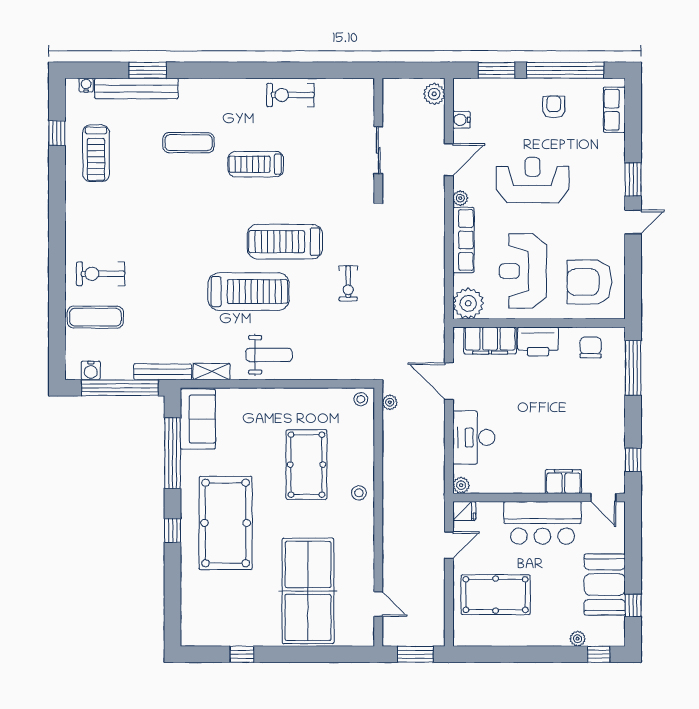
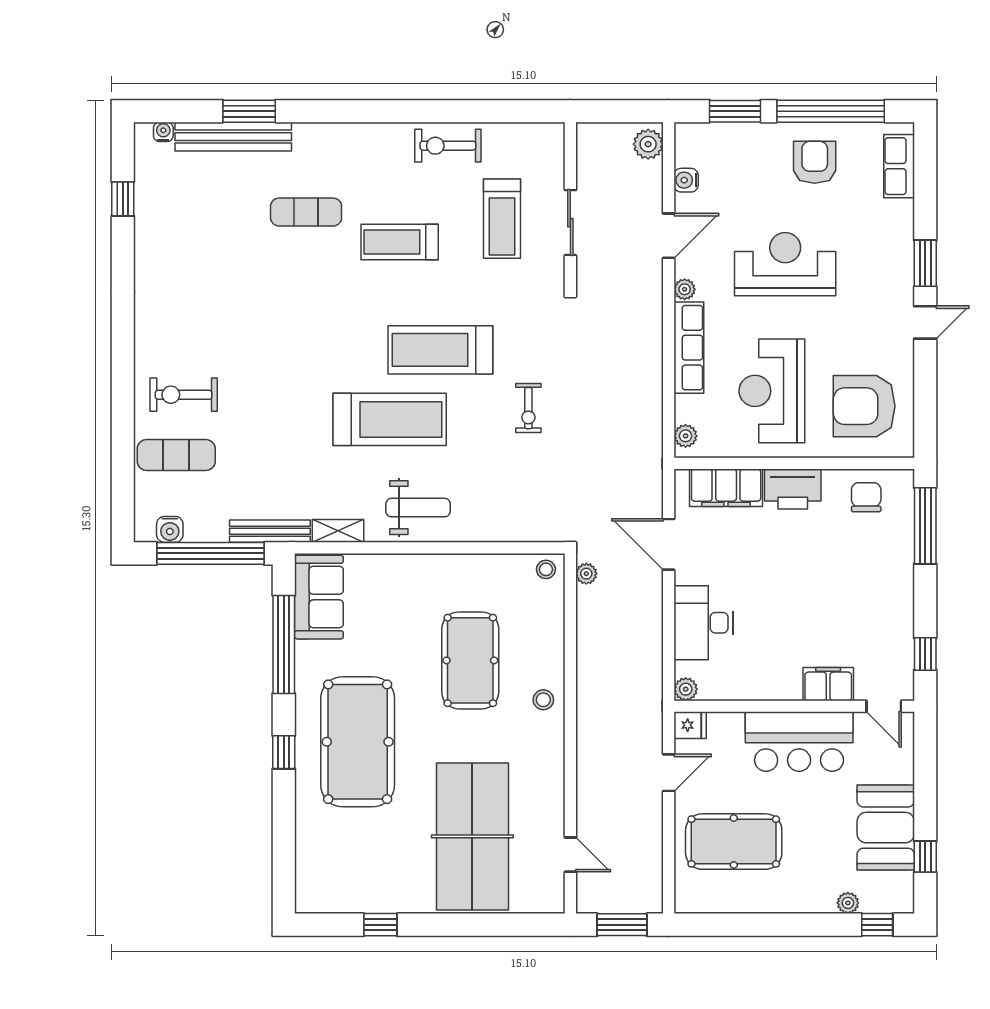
armchair: (554, 107) -> (815, 162), width x1.38, depth x1.38
treadmill: (96, 153) -> (502, 219), moved
plant: (468, 303) -> (686, 436), width x0.53, depth x0.53

